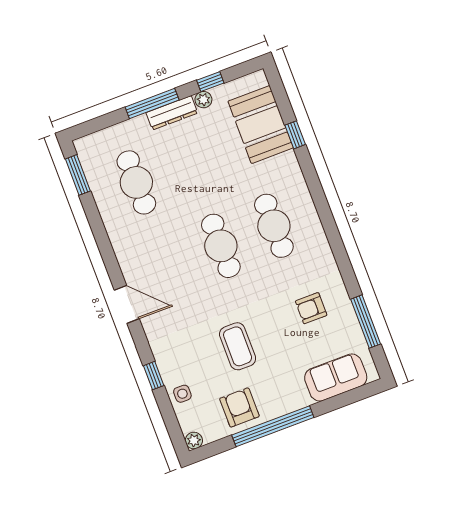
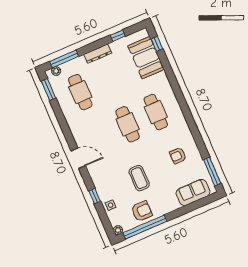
plant: (203, 100) -> (56, 71), moved
window: (152, 104) -> (64, 59), moved
window: (295, 135) -> (157, 44), moved
window: (366, 322) -> (212, 172), moved
armchair: (239, 407) -> (142, 211), turned 90
window: (273, 426) -> (145, 227), moved

